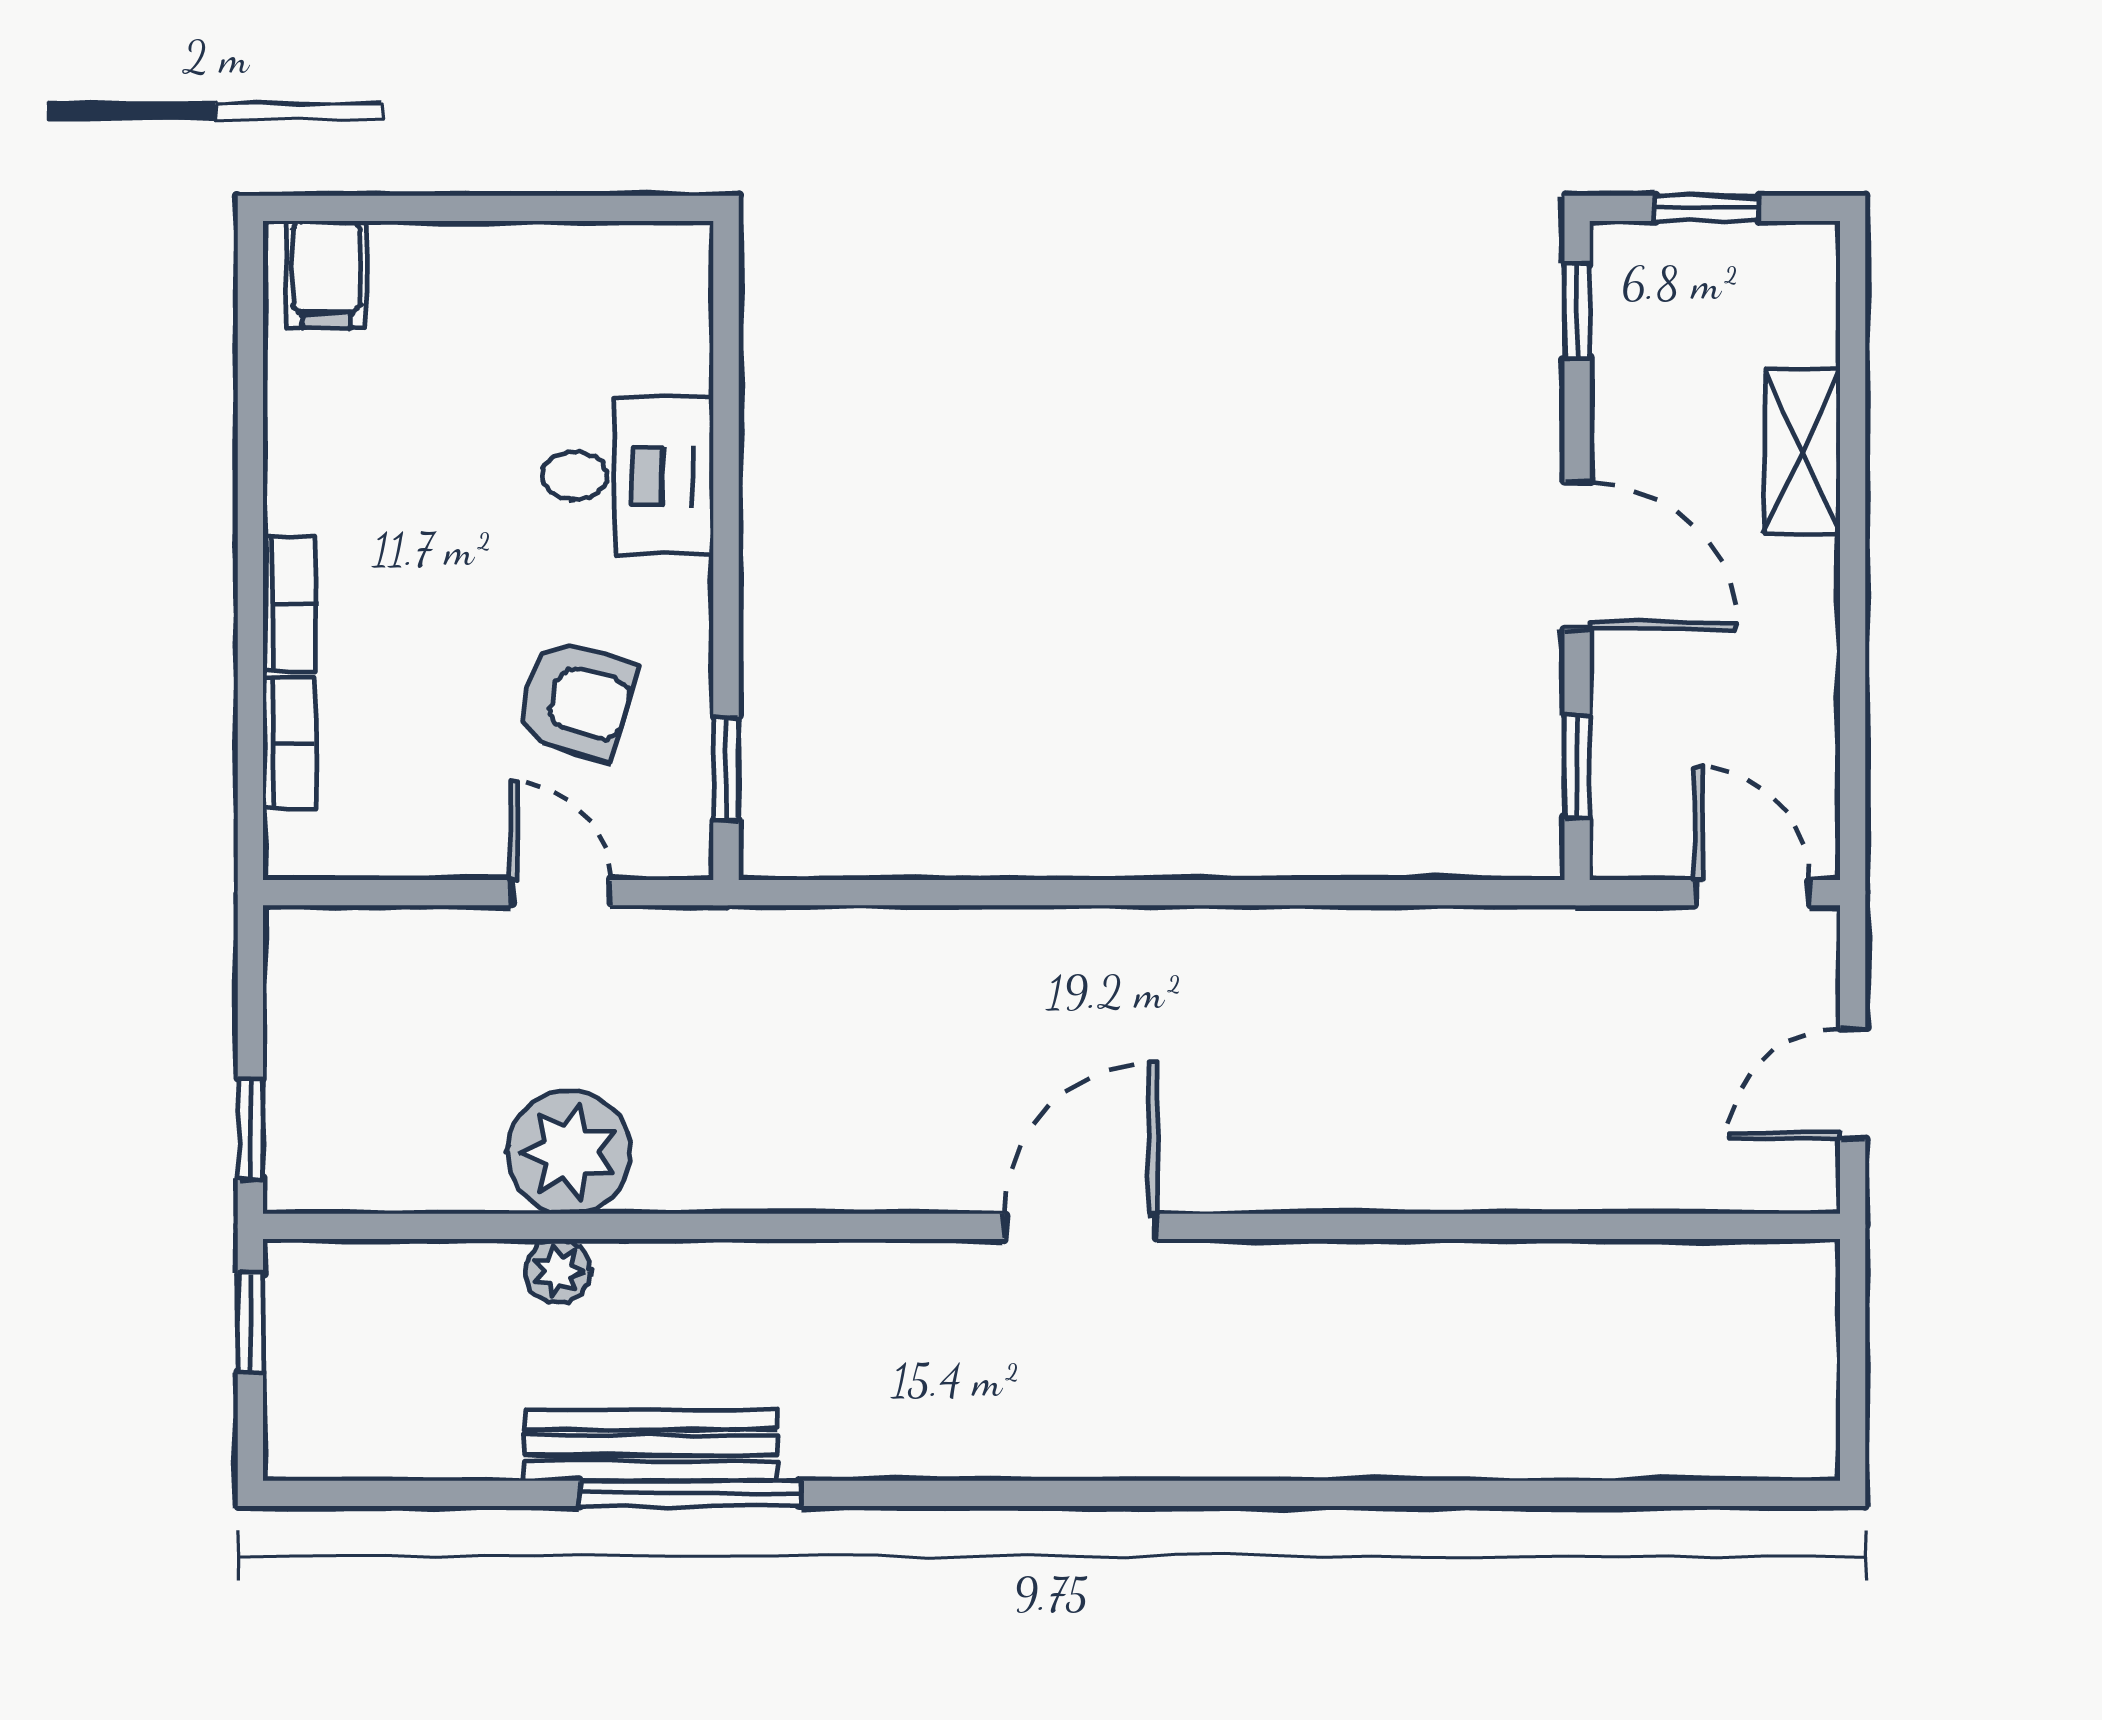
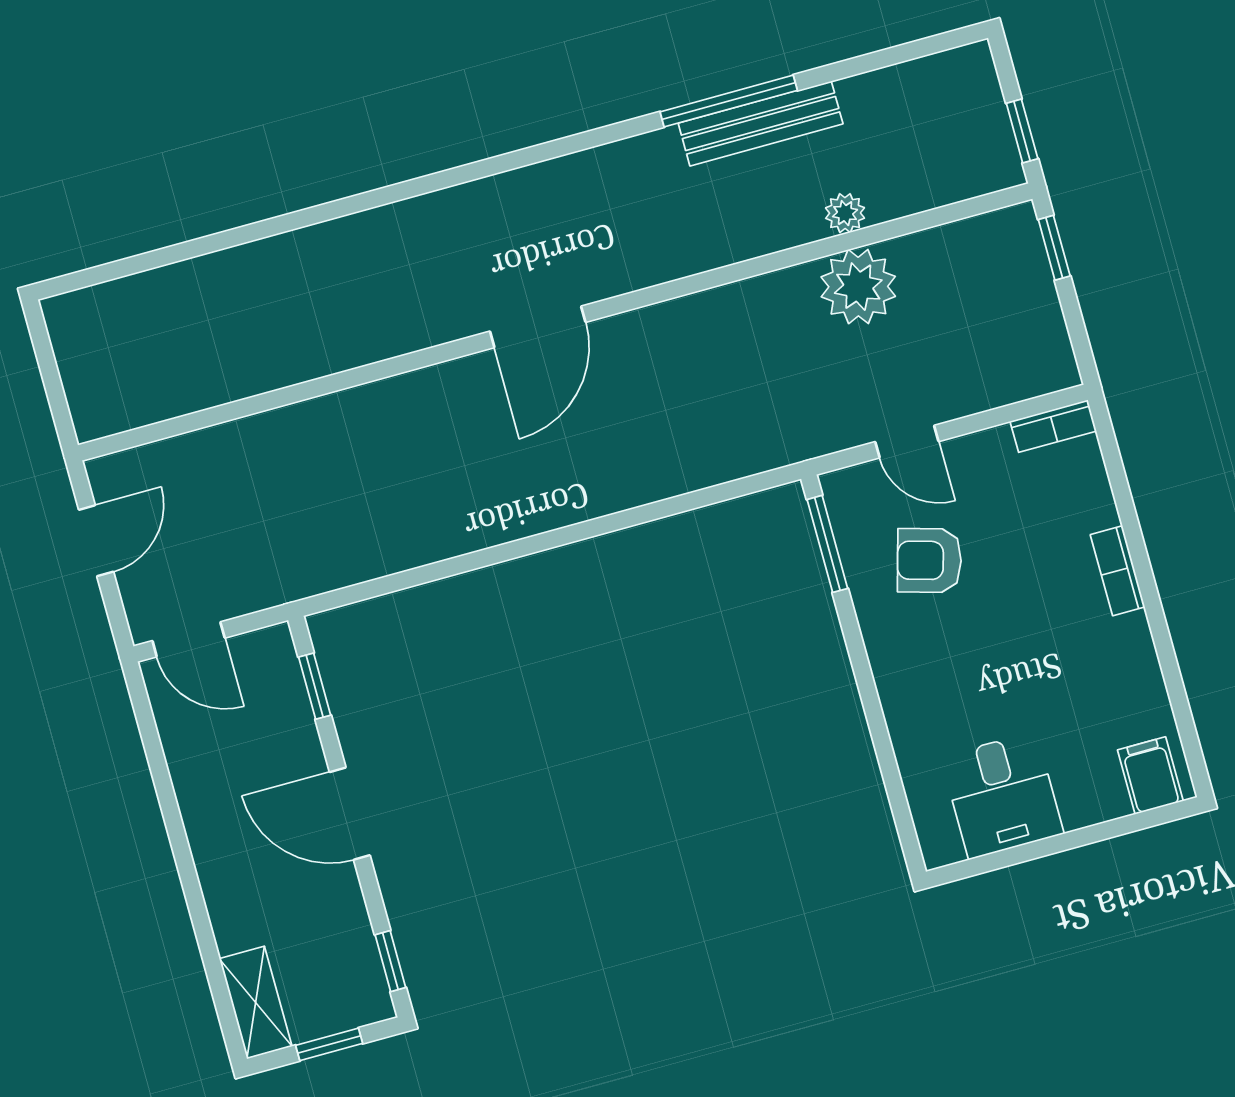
shelving: (1803, 452) -> (256, 1003), moved
desk: (628, 476) -> (1002, 795), moved, turned -90
bookcase: (289, 743) -> (1053, 426), moved, turned -90
window: (726, 769) -> (827, 544), width x1.50

